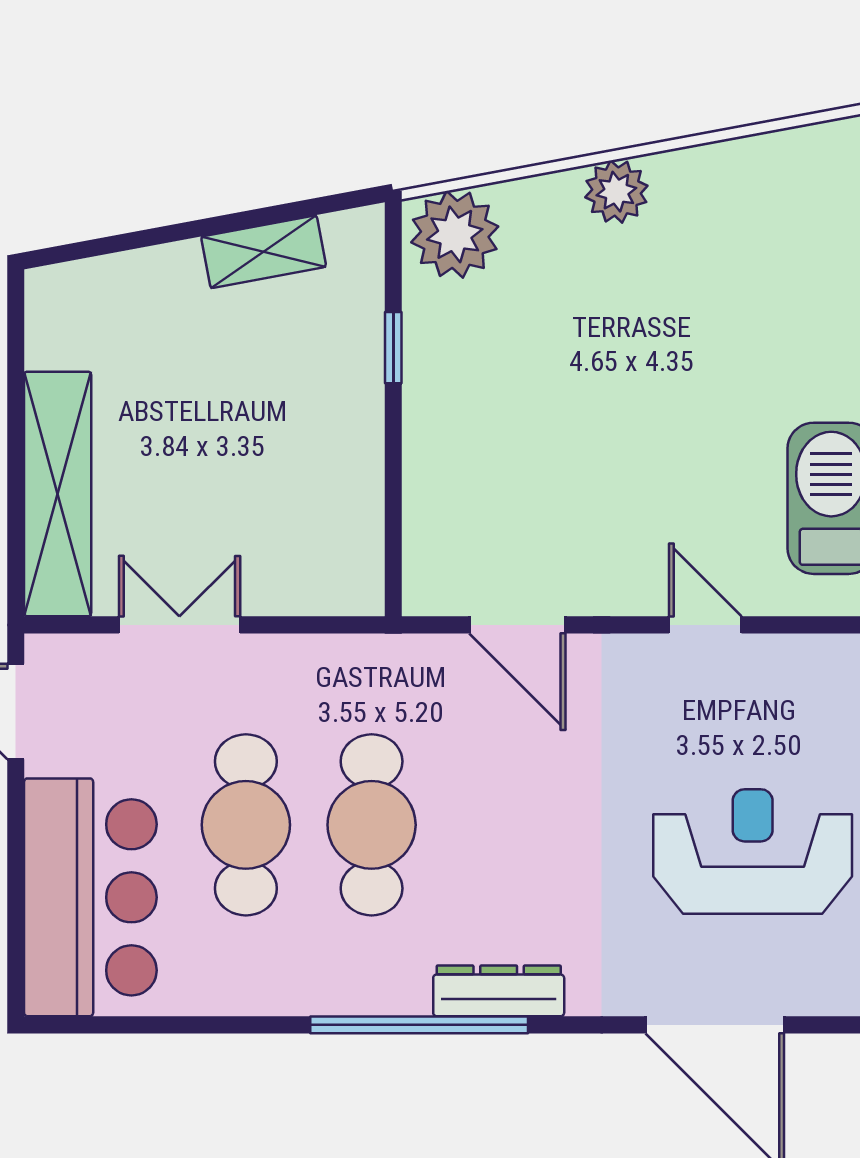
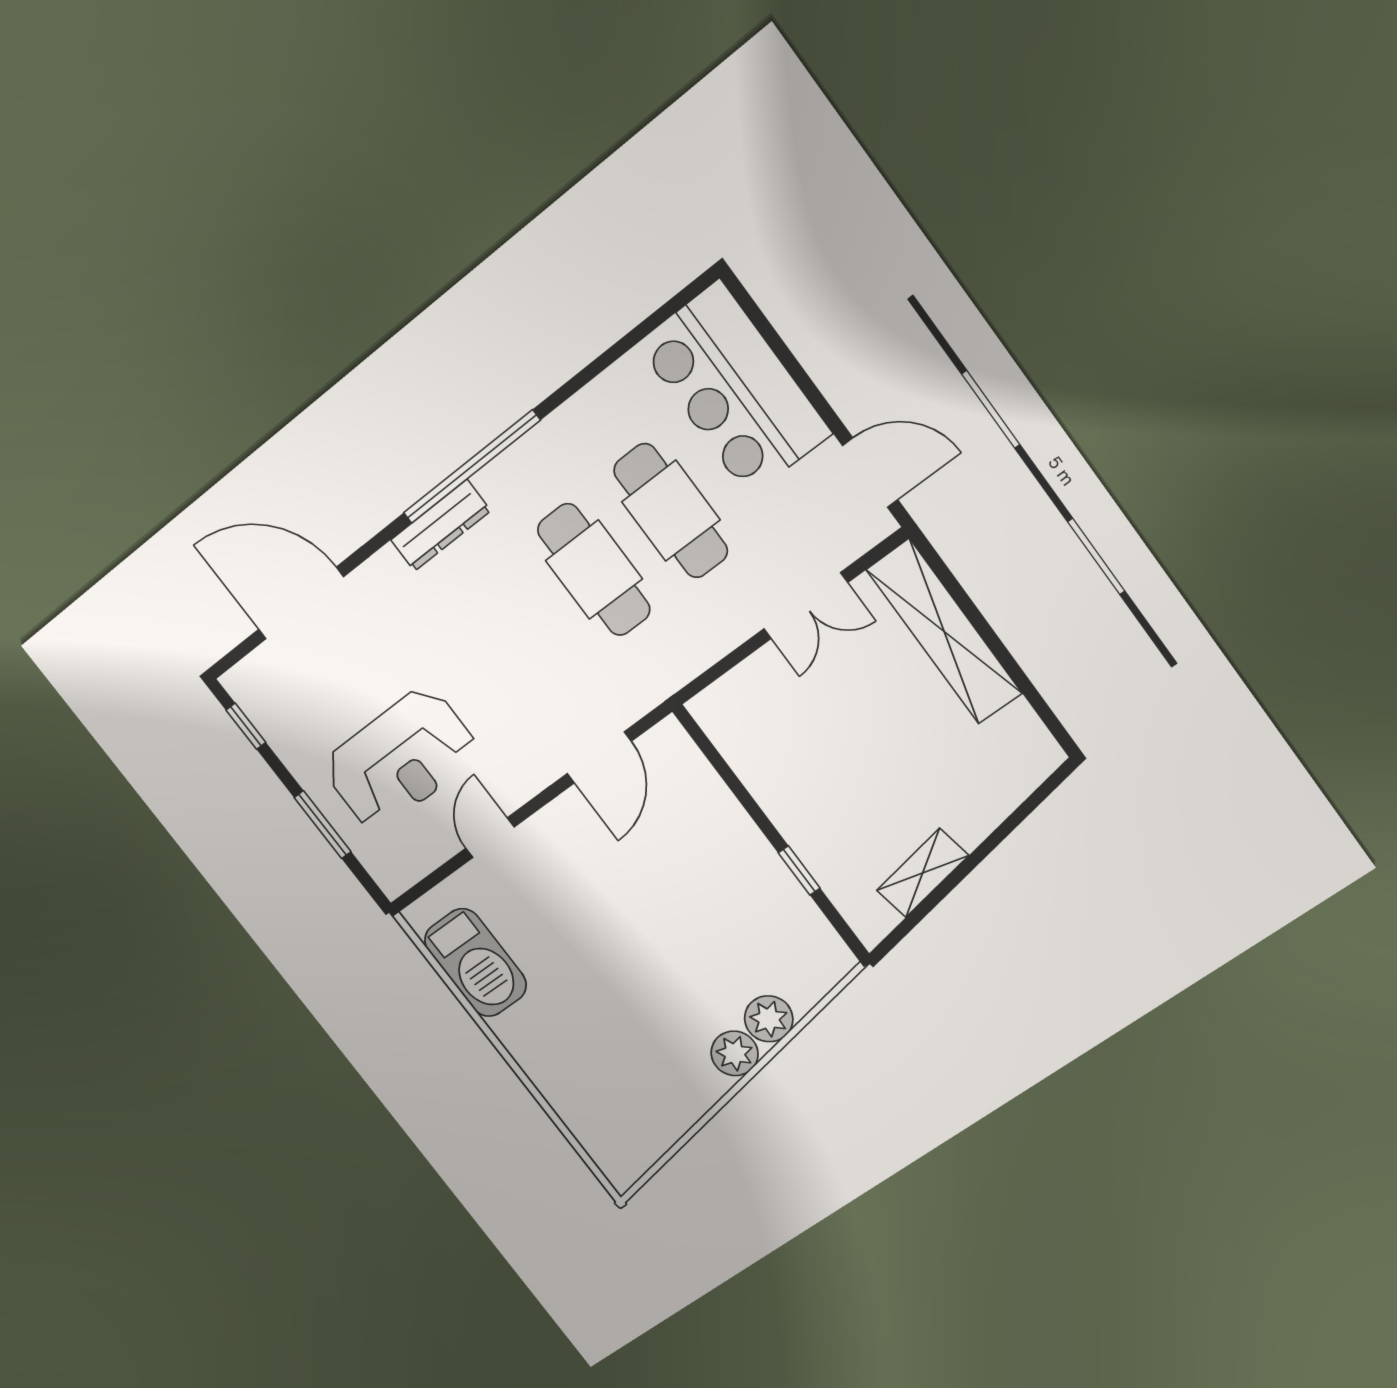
plant: (455, 234) -> (769, 1019), moved, width x0.73, depth x0.73
door: (517, 625) -> (599, 757), swing flipped
door: (705, 625) -> (490, 838), swing flipped
reception desk: (753, 852) -> (400, 759), moved

